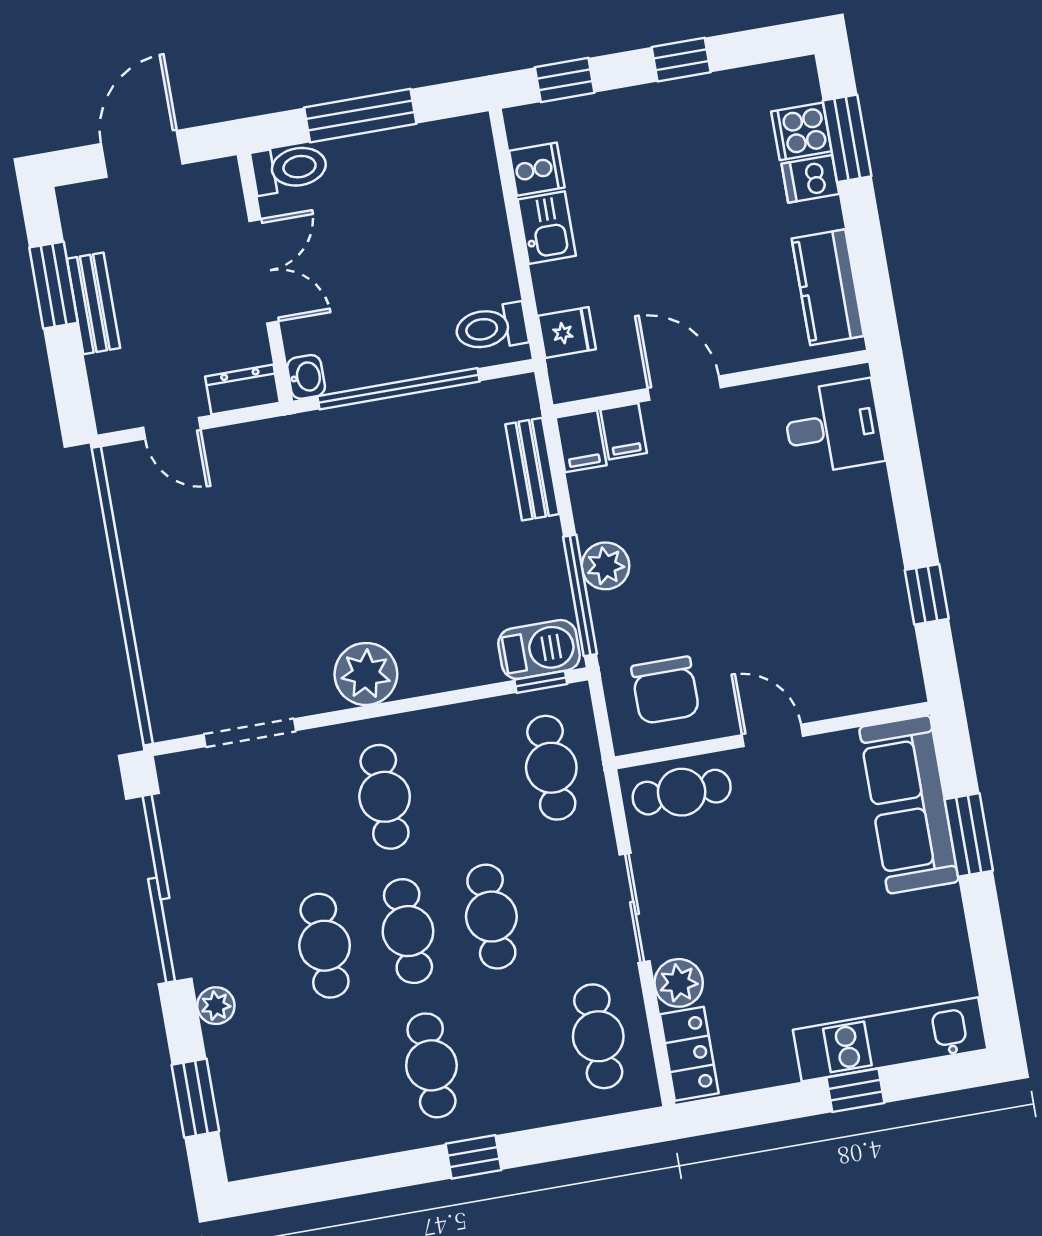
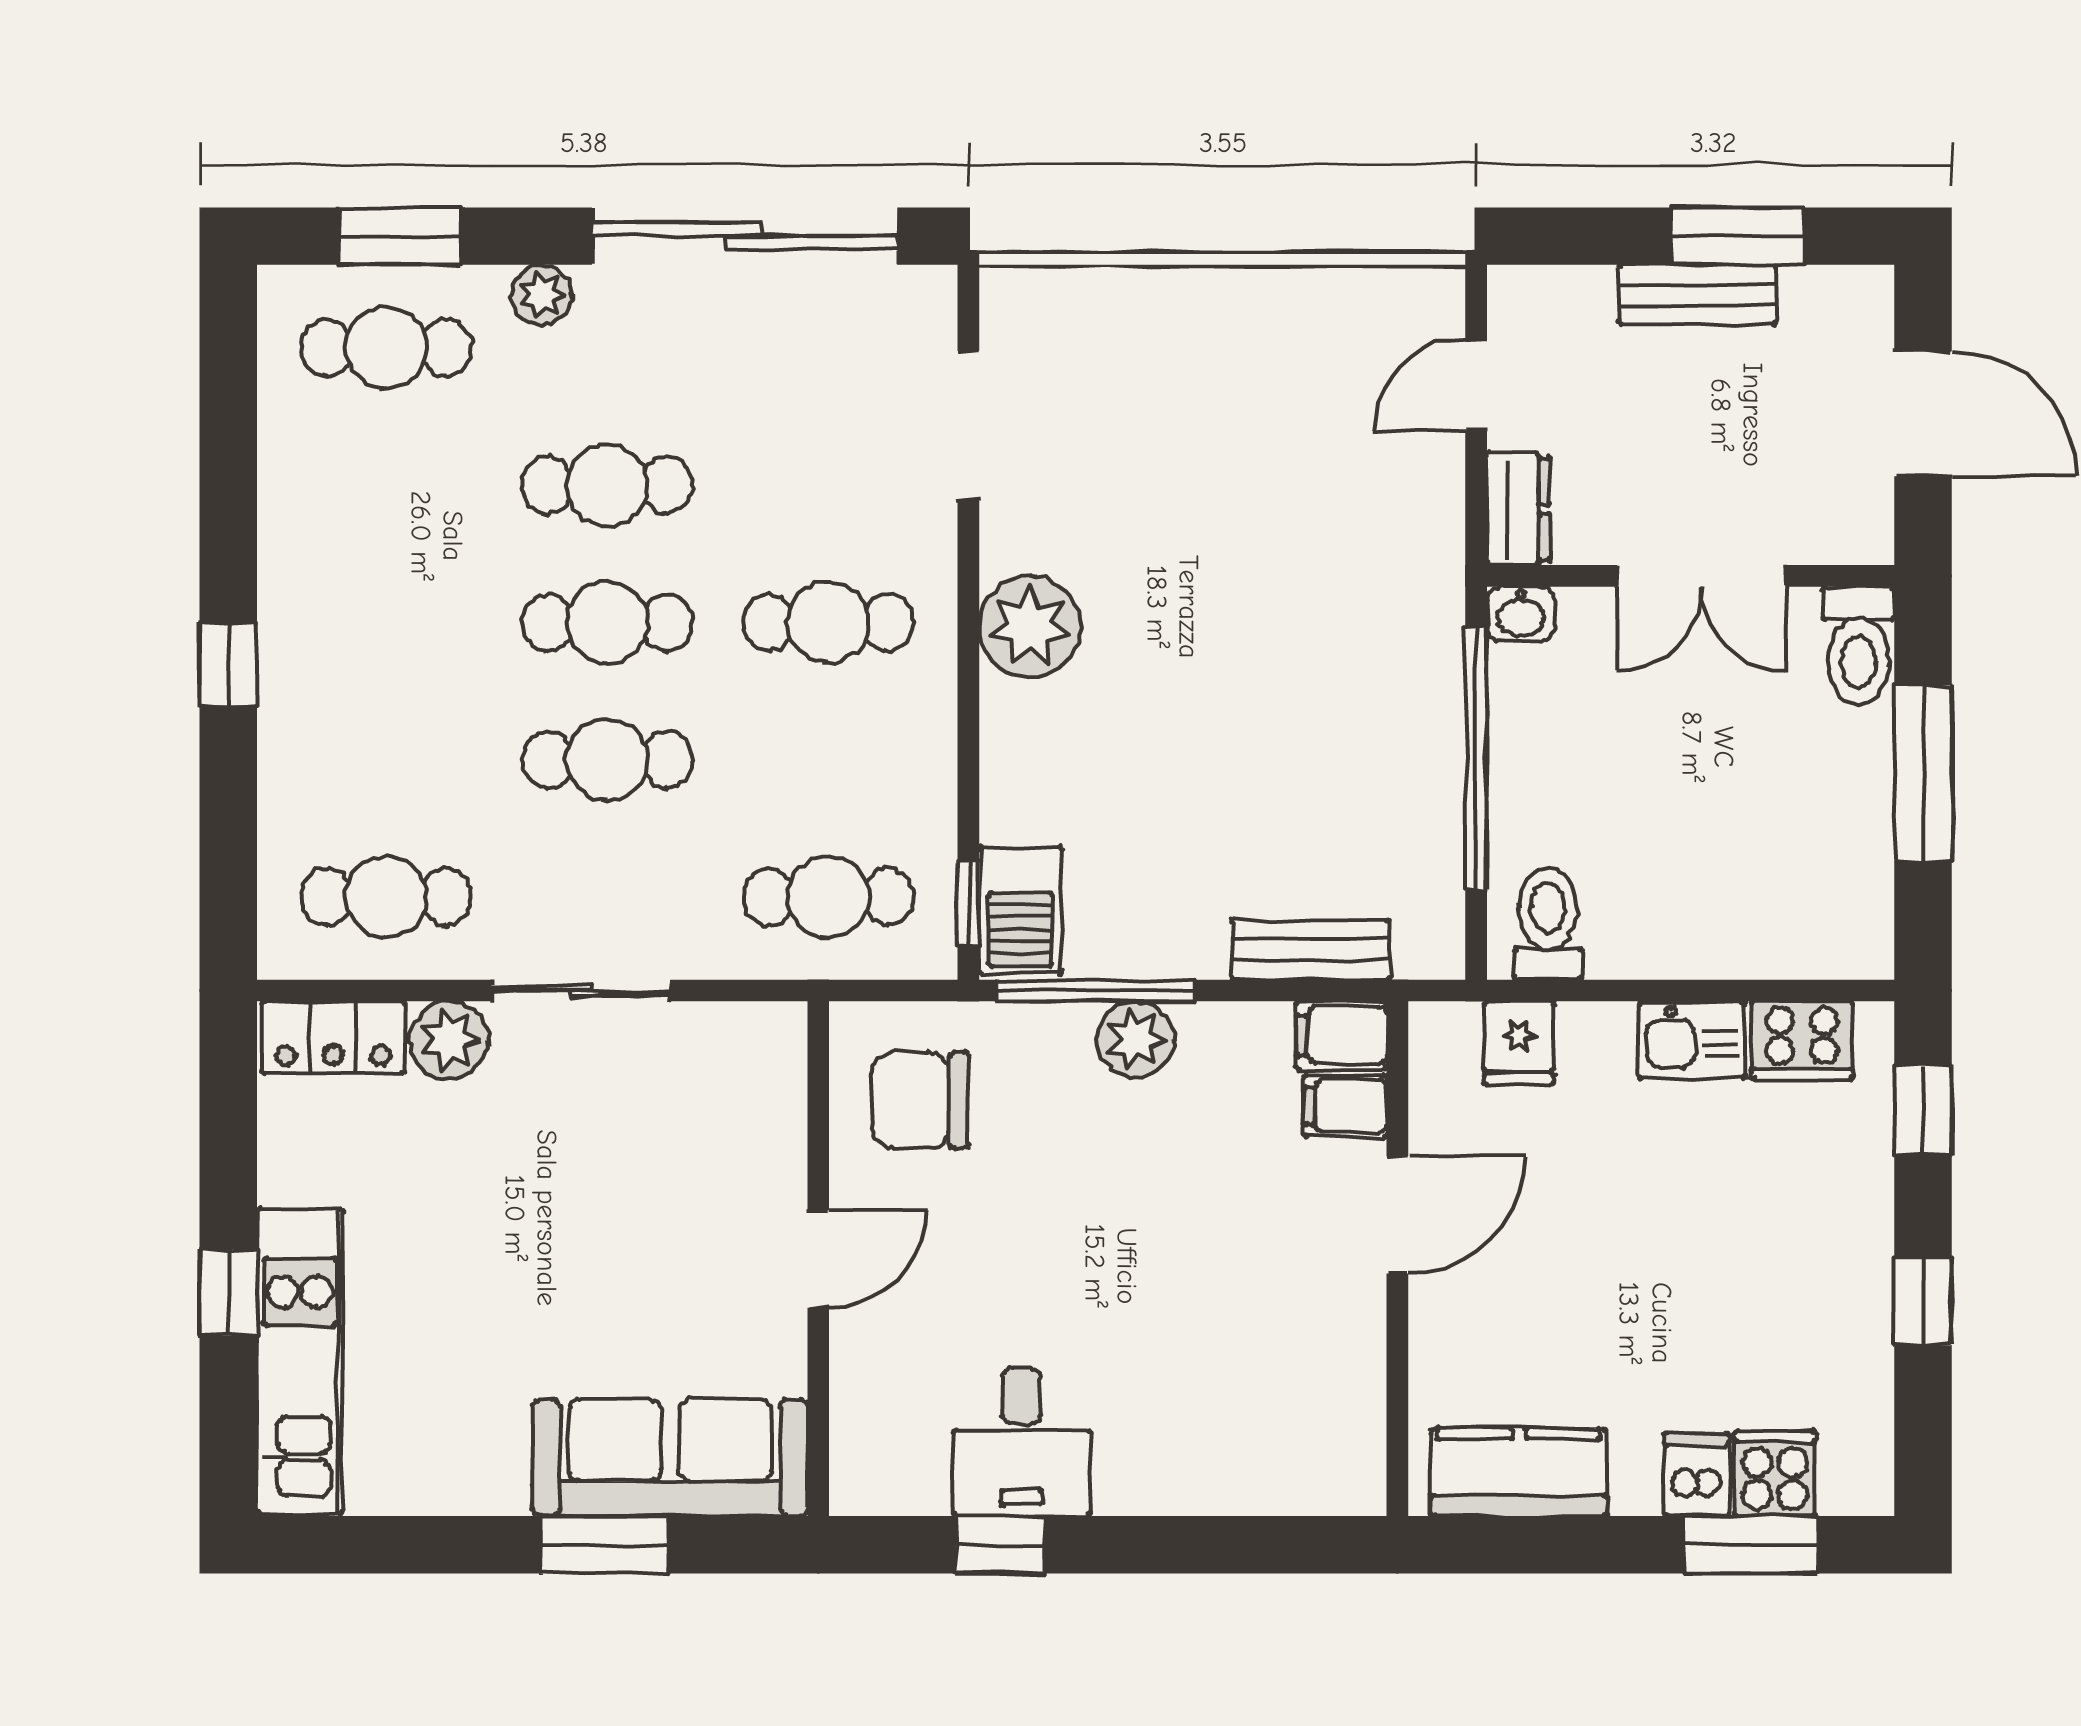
cooker: (537, 169) -> (1802, 1040), width x1.36
desk: (833, 427) -> (1022, 1442), moved
cafe table: (682, 792) -> (753, 1098), removed
cafe table: (431, 1065) -> (386, 348), moved

